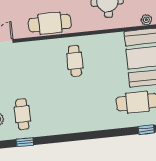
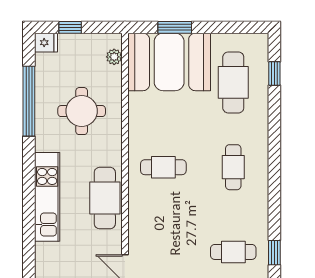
cafe table: (80, 108) -> (233, 167), added

